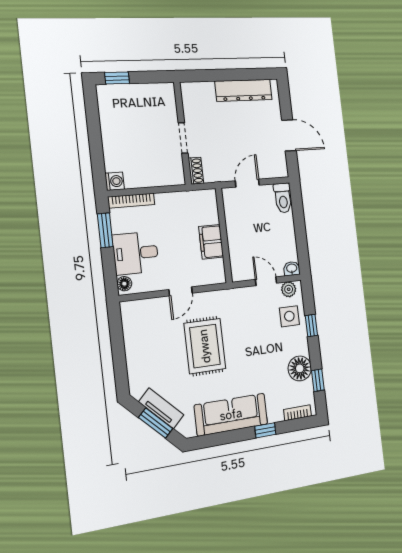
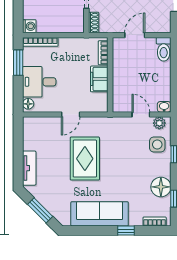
bookcase: (212, 208) -> (103, 53), added
tv unit: (161, 408) -> (29, 168), moved, turned 45

